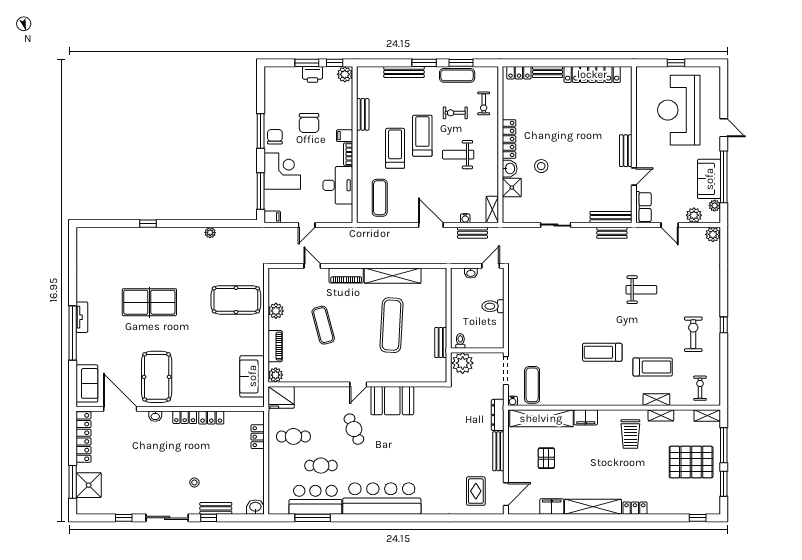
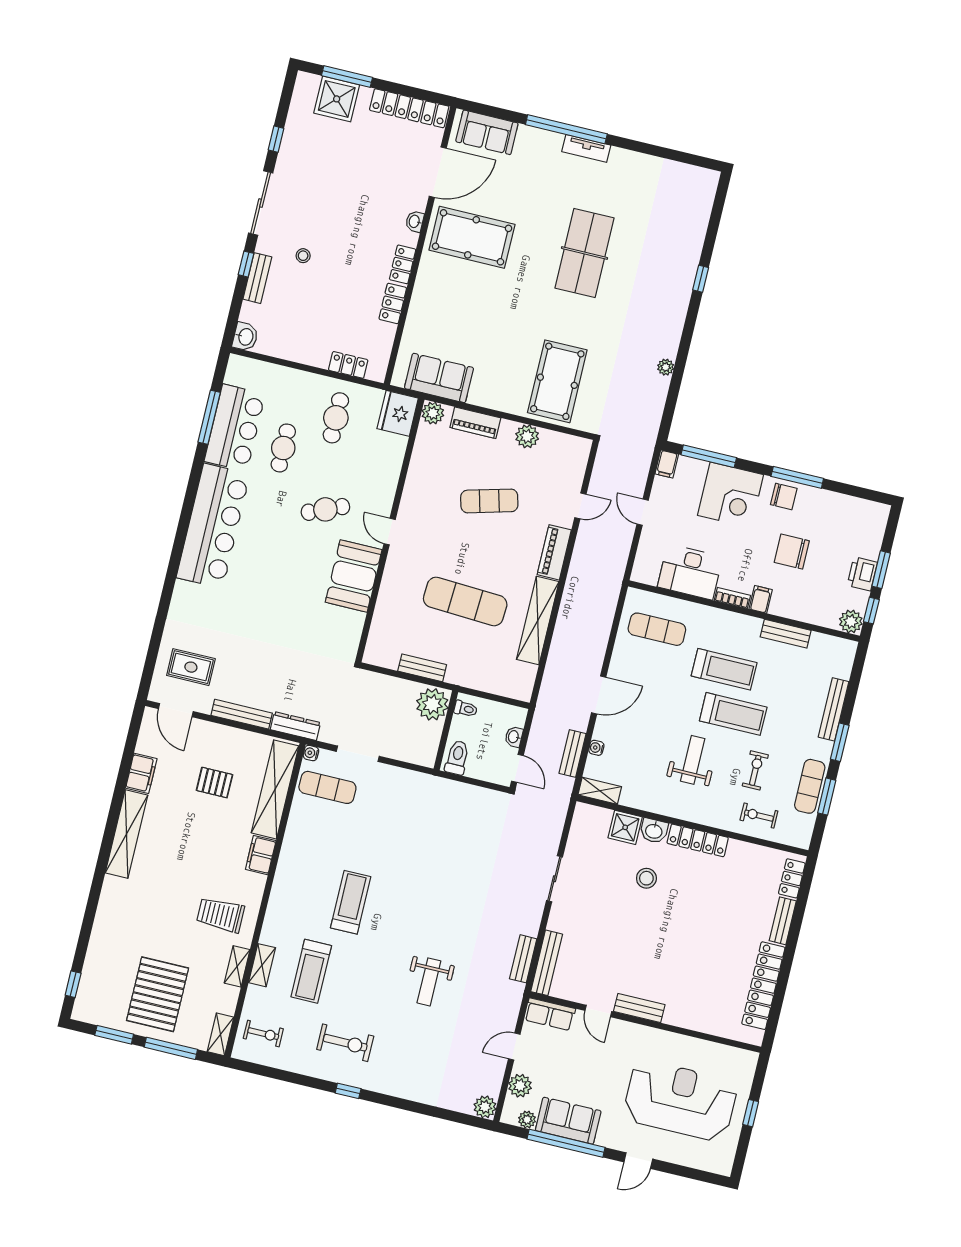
toilet: (460, 341) -> (466, 709), moved
wall: (477, 350) -> (446, 730), moved
plant: (463, 363) -> (432, 704), moved
locker: (635, 508) -> (110, 895), removed

